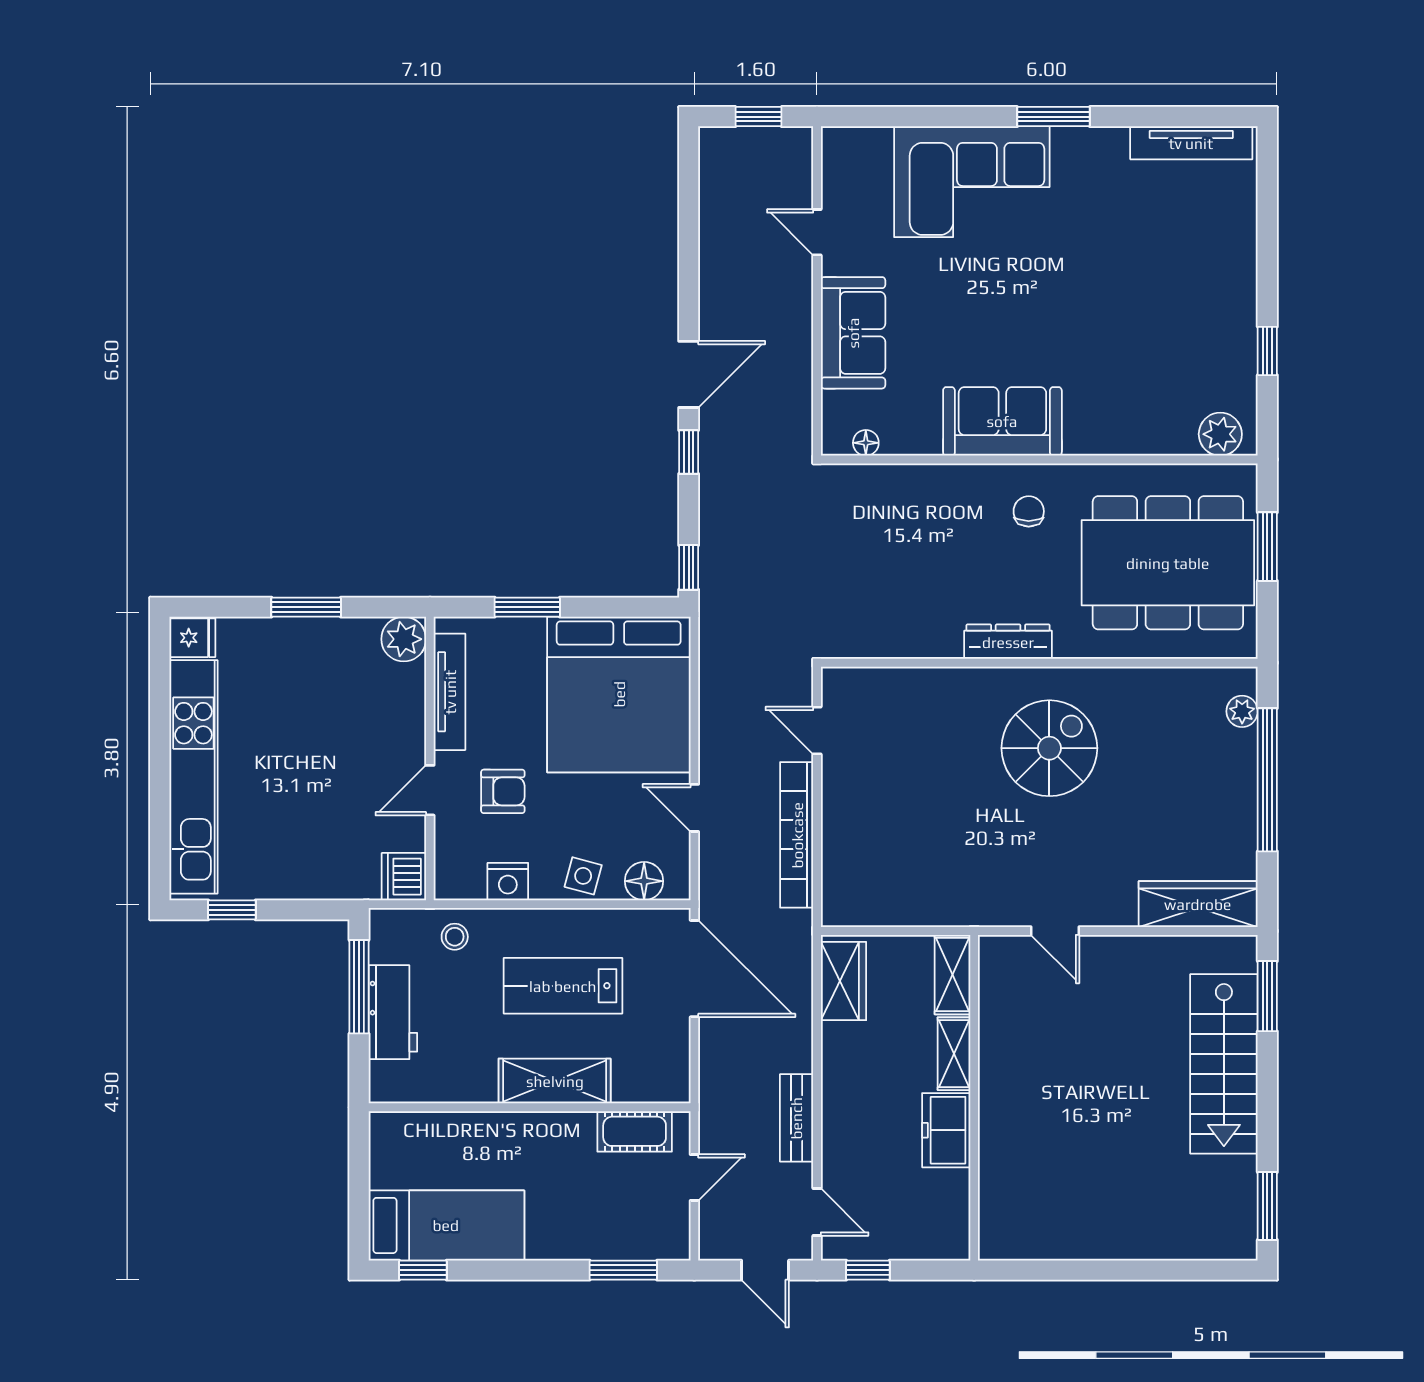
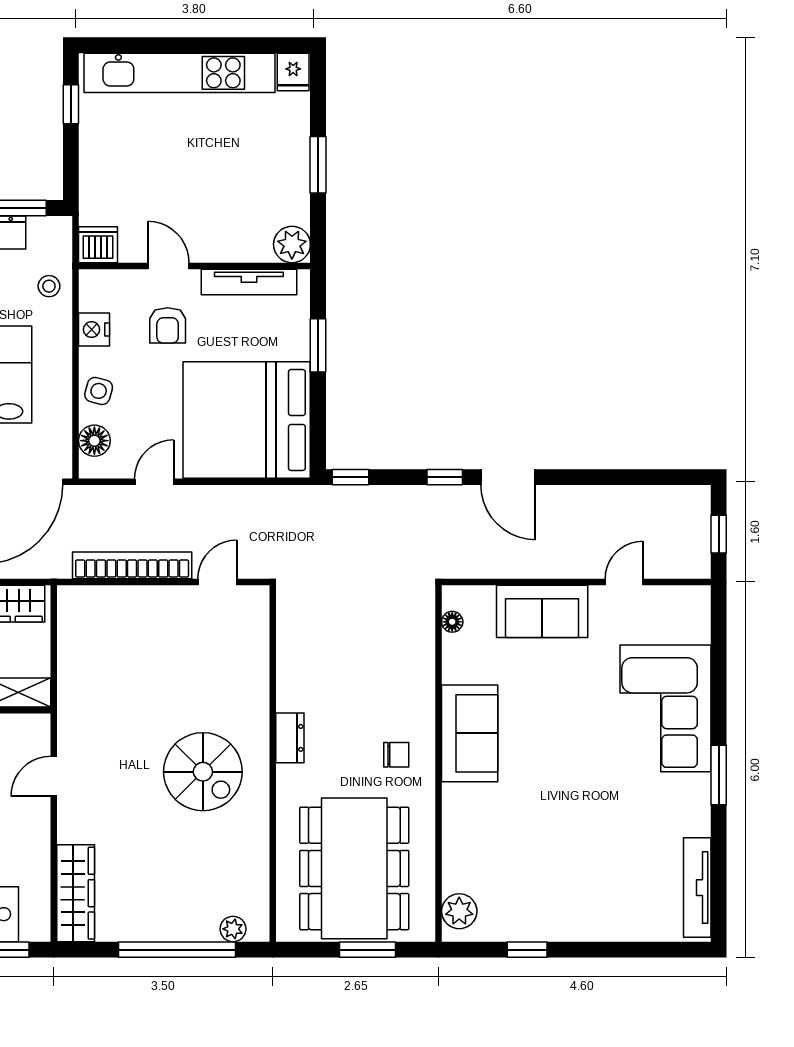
dresser: (1008, 642) -> (290, 738), width x0.70

